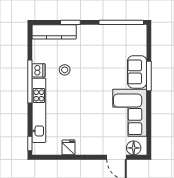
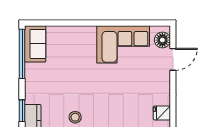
sofa: (137, 72) -> (35, 44), moved, turned -90
window: (149, 76) -> (82, 23), removed

